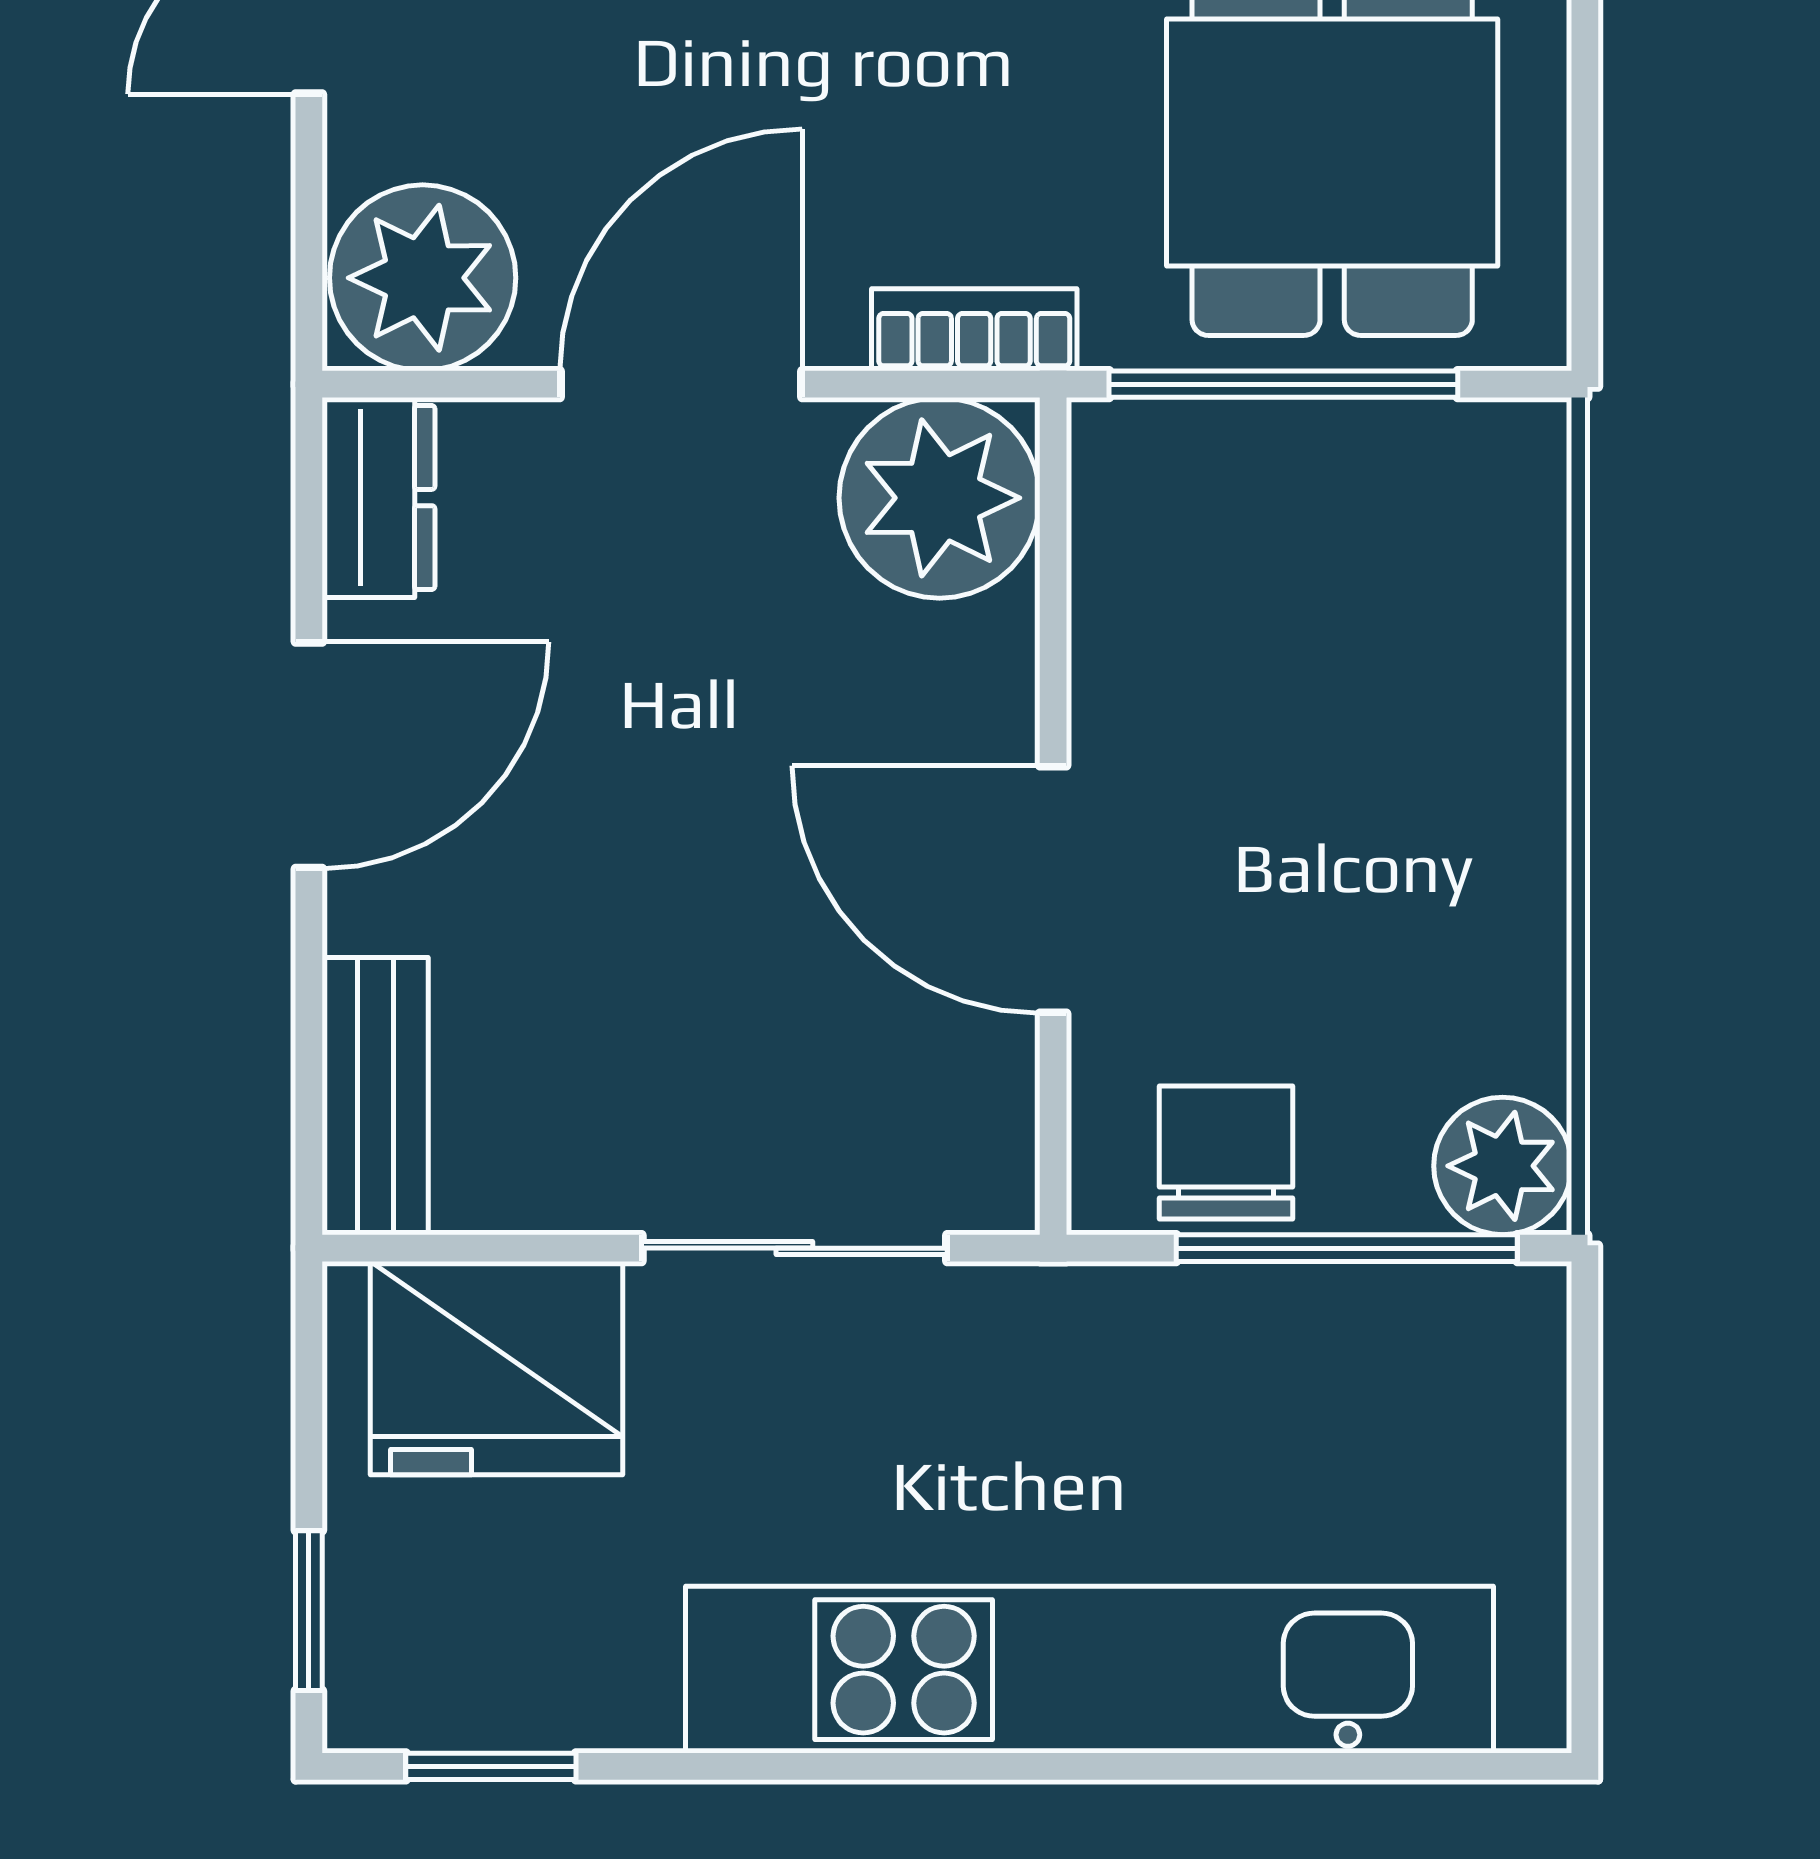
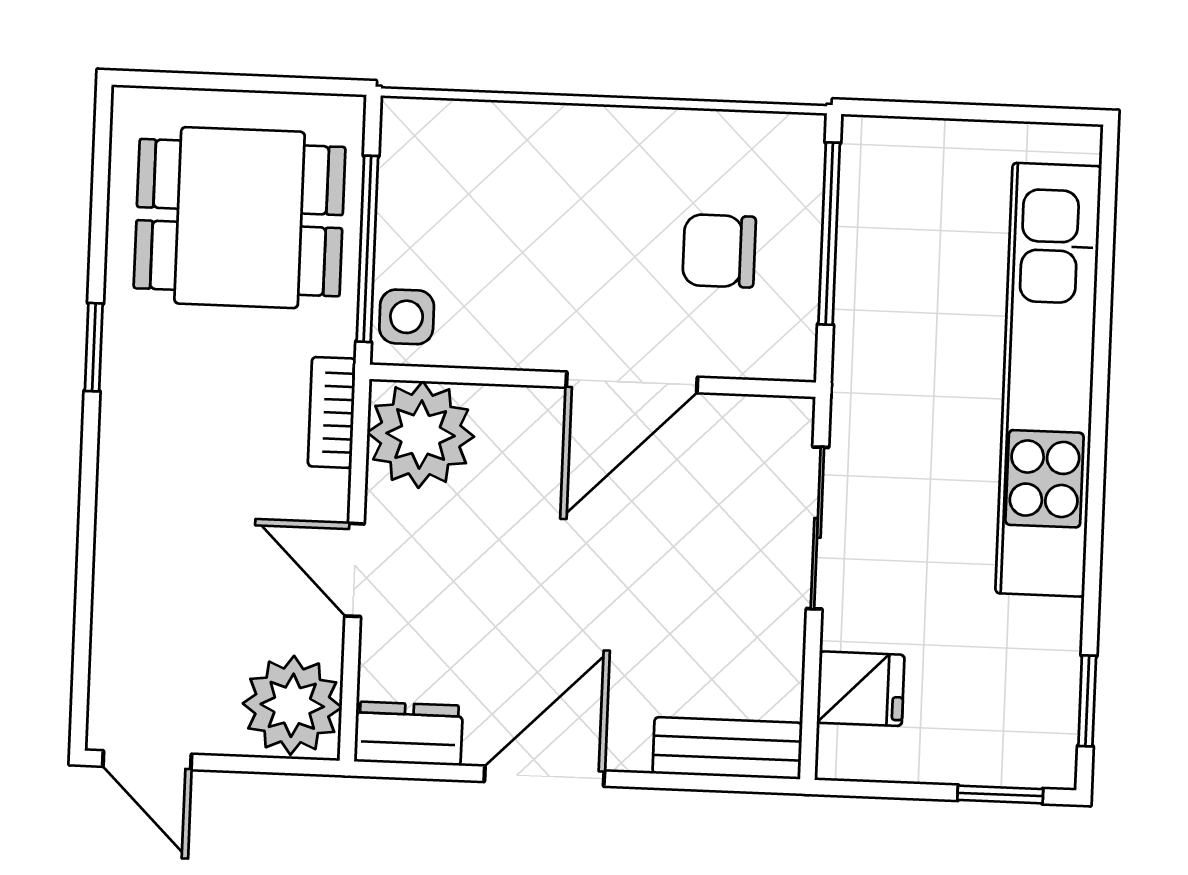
door: (681, 384) -> (354, 570), width x0.73
side table: (1159, 463) -> (407, 317), added
door: (309, 755) -> (544, 776), hinge flipped
chair: (1226, 1152) -> (719, 251), moved
plant: (1503, 1166) -> (789, 149), removed
fridge: (497, 1368) -> (861, 689), width x0.53, depth x0.75

